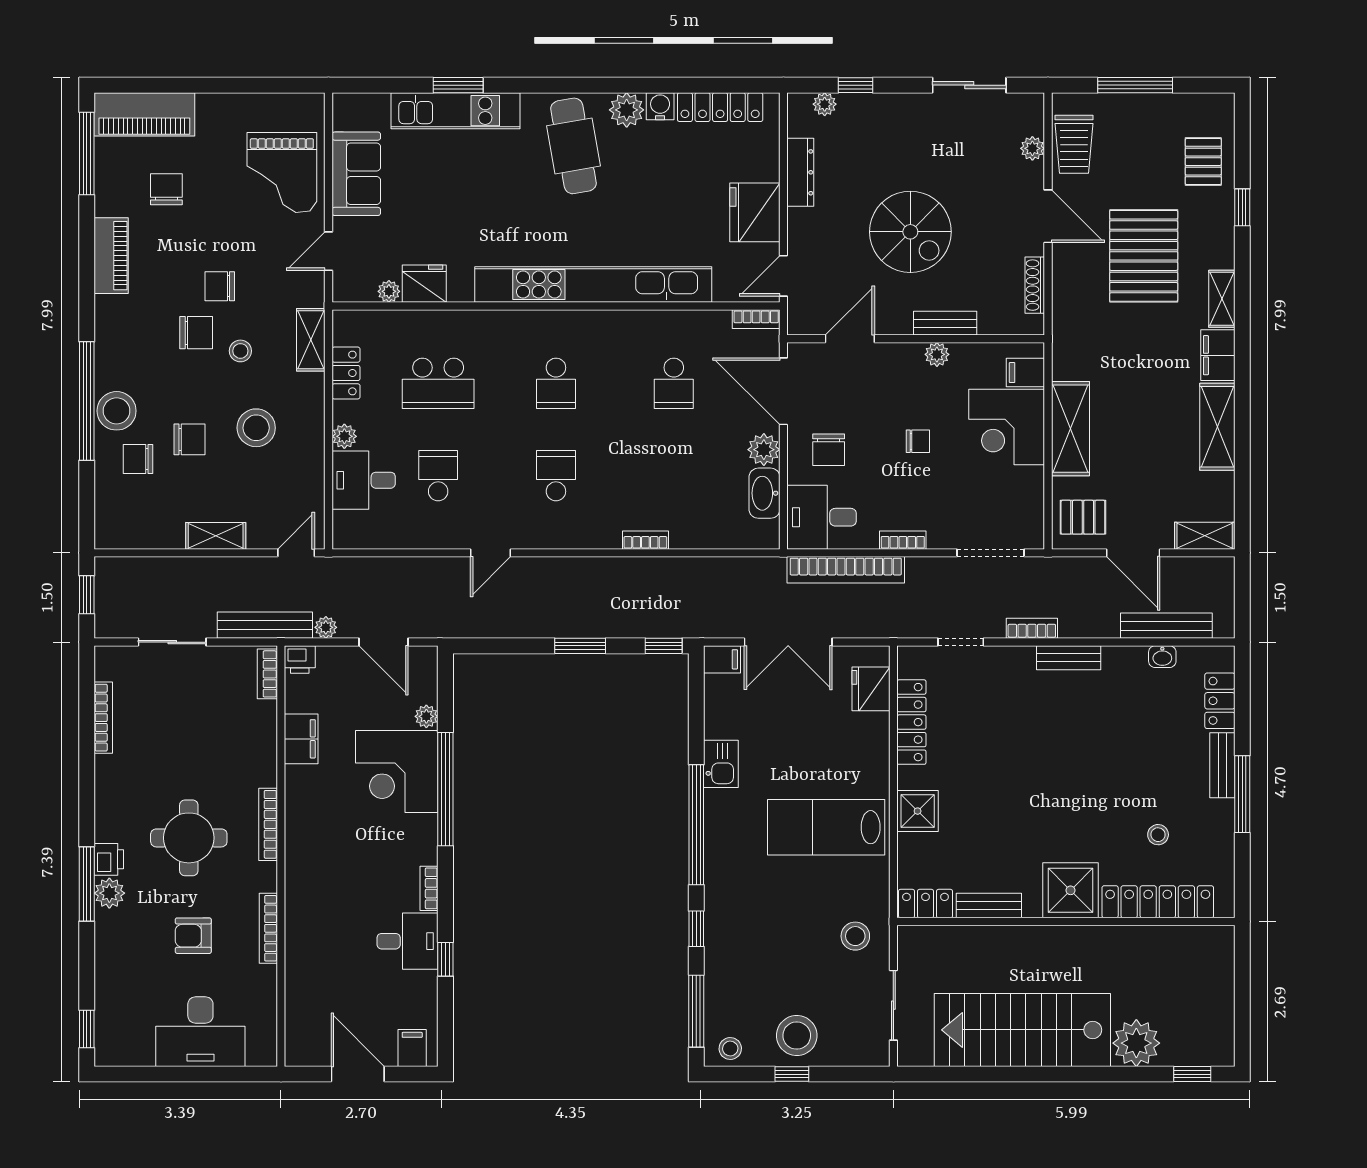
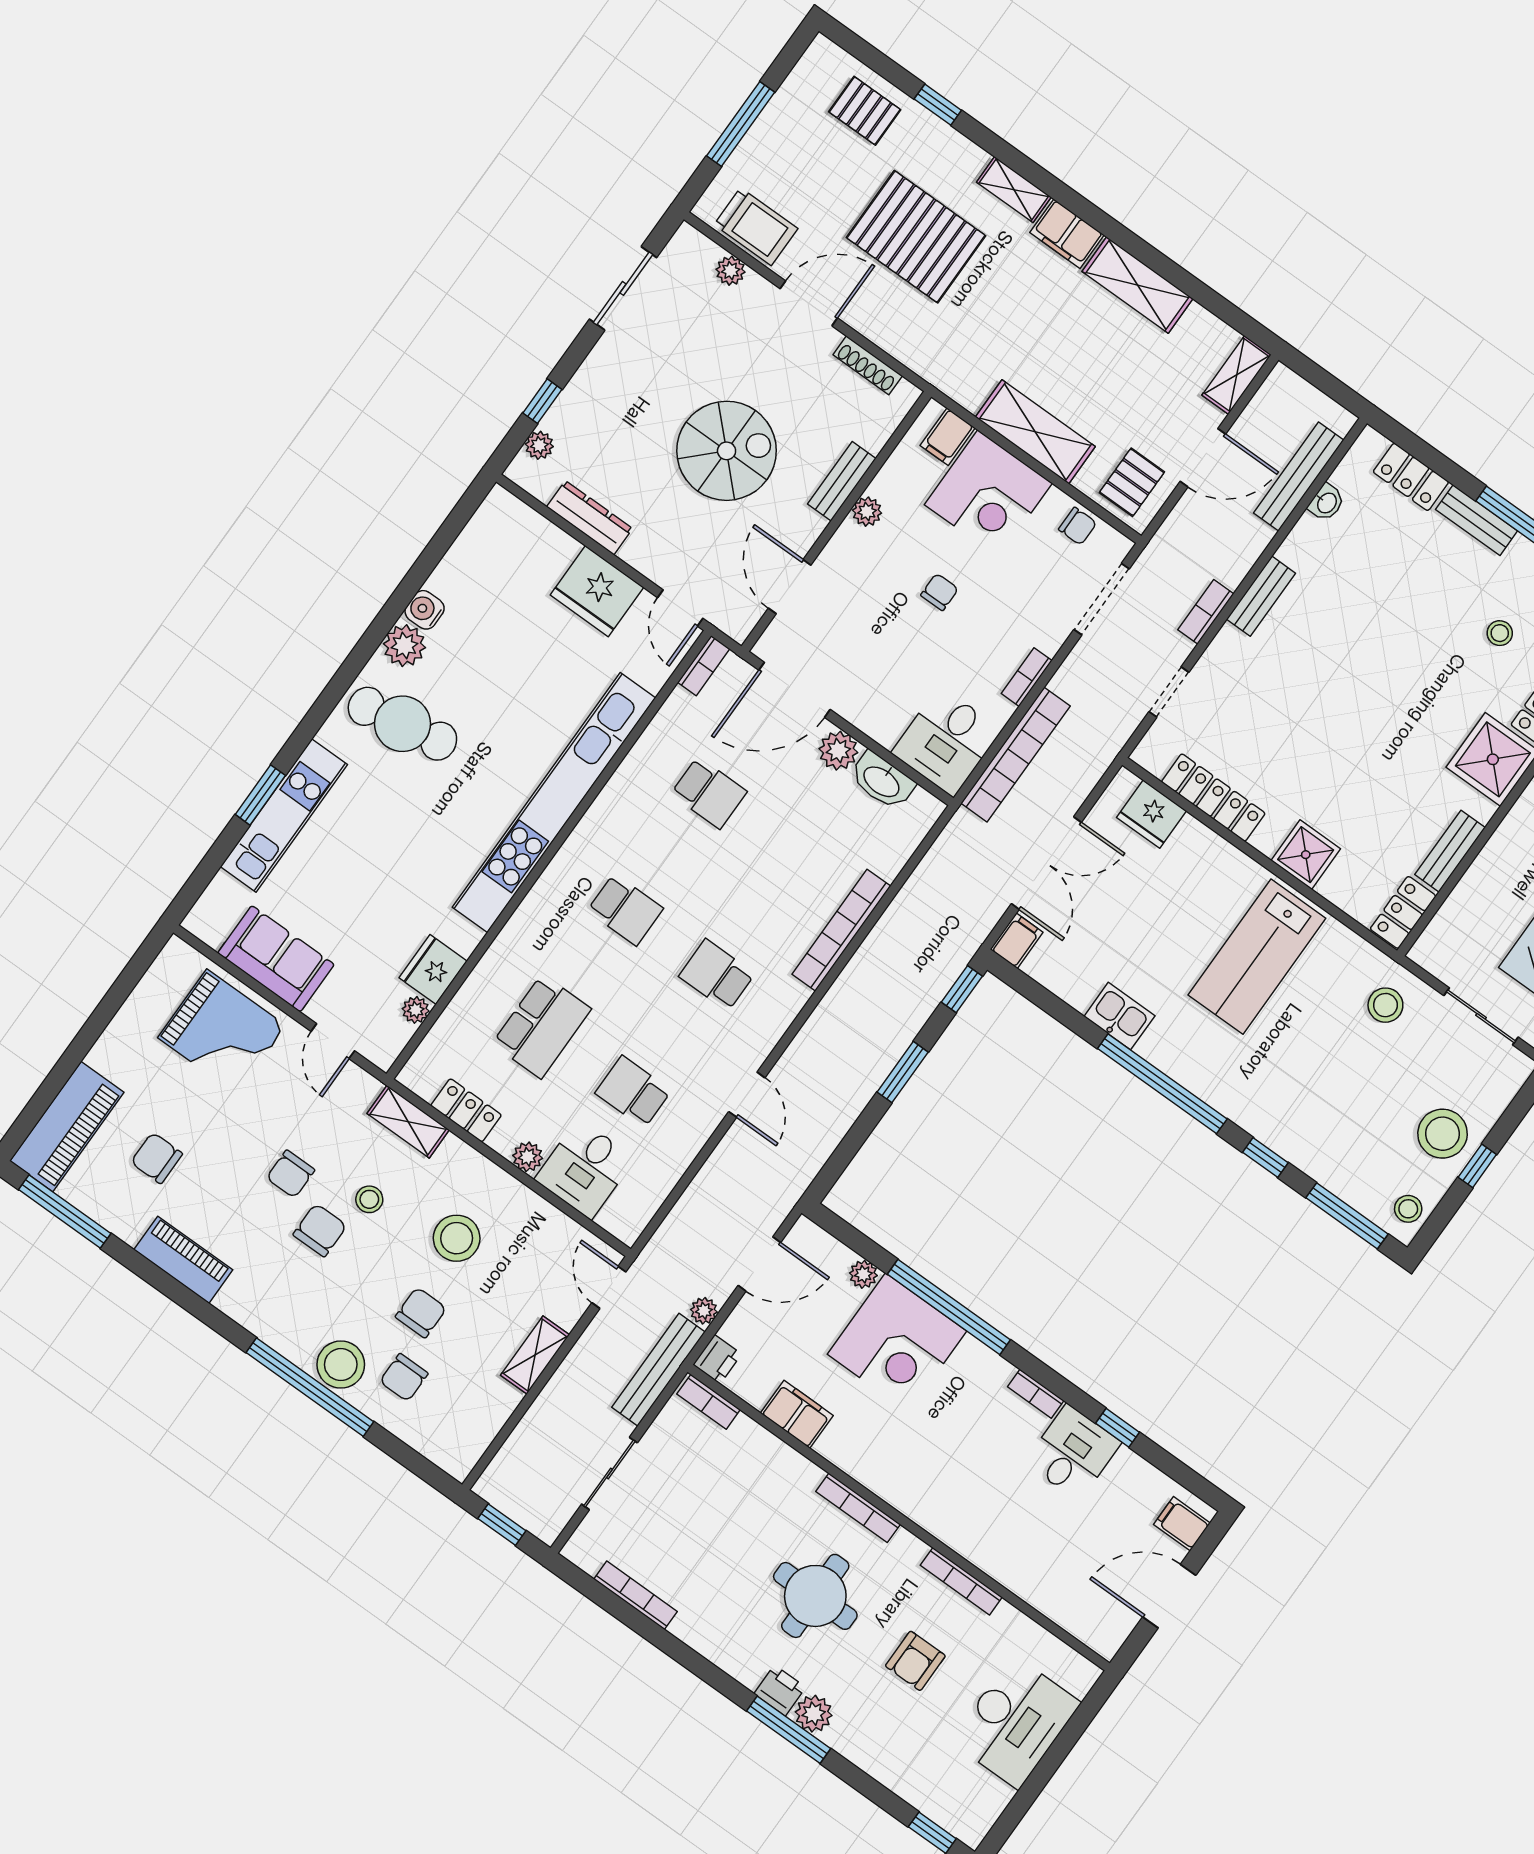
locker: (720, 107) -> (468, 551), removed
chair: (829, 450) -> (1078, 526), moved, width x0.73, depth x0.73
bookcase: (645, 540) -> (841, 930), width x2.31, depth x1.31

